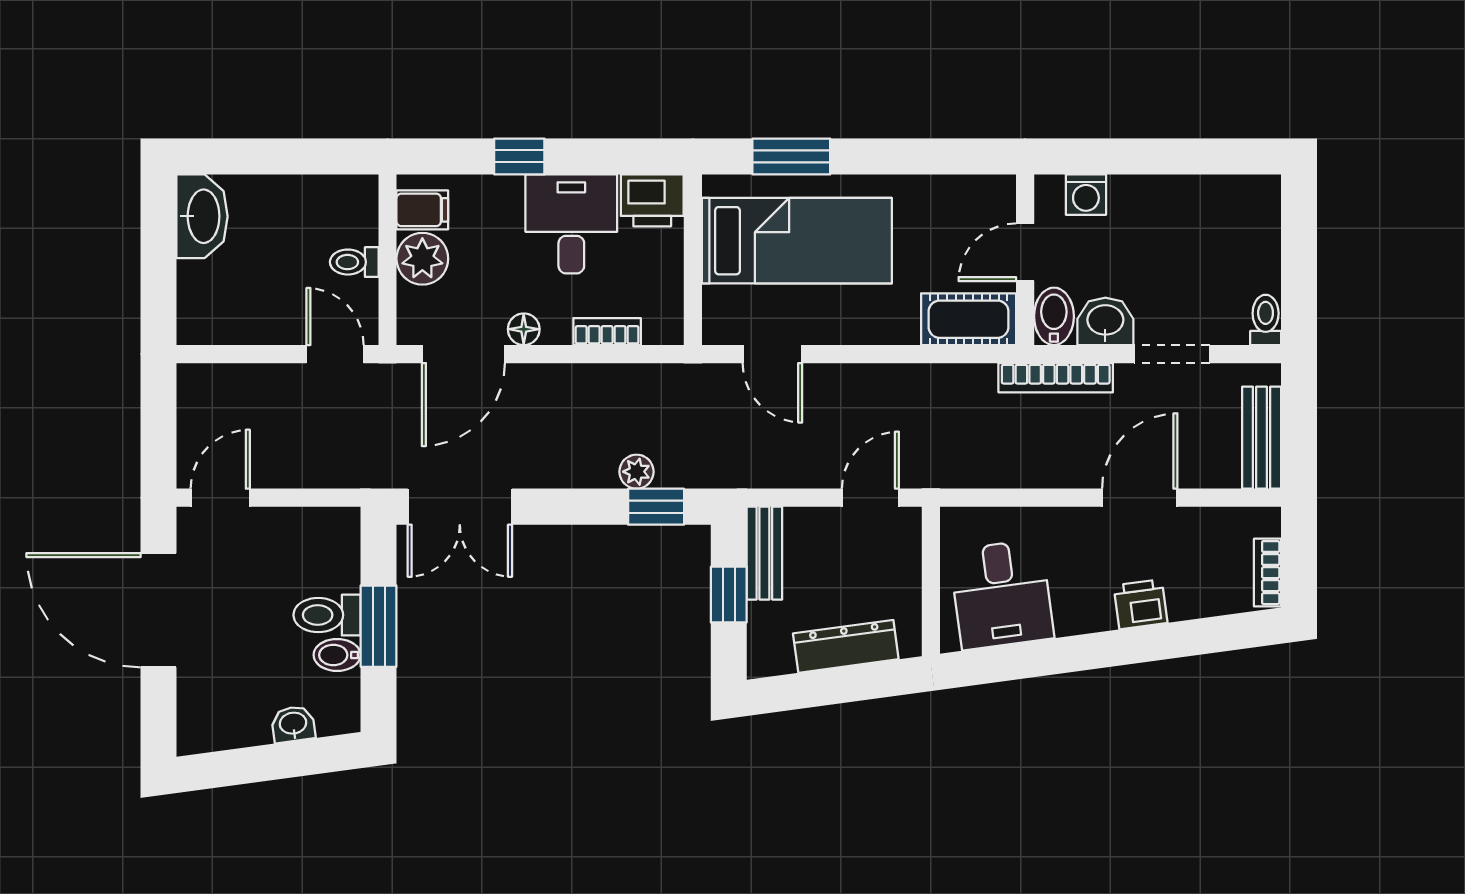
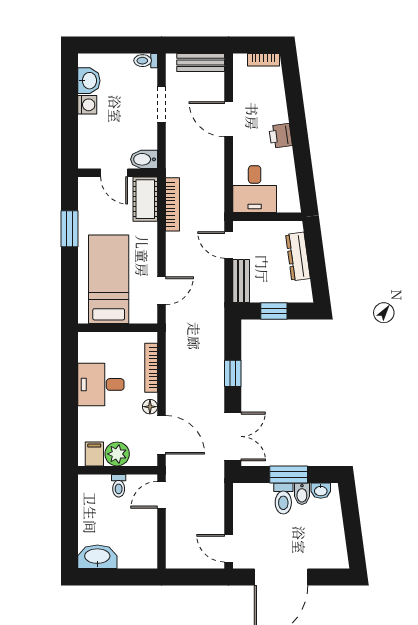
window: (519, 156) -> (69, 409), removed
window: (791, 156) -> (69, 229), moved
washing machine: (1086, 195) -> (87, 105), moved
printer: (652, 200) -> (90, 347), removed
washbasin: (1105, 321) -> (89, 81), moved, turned 180
bookcase: (607, 332) -> (151, 368), width x1.56
bookcase: (1056, 378) -> (173, 204), moved
plant: (637, 472) -> (216, 354), removed
window: (656, 507) -> (233, 373), moved
bench: (764, 553) -> (241, 281), moved, turned 90
desk: (1002, 594) -> (255, 189), moved, turned 98
printer: (1141, 604) -> (281, 136), moved
washbasin: (293, 724) -> (321, 491), moved, turned -82

